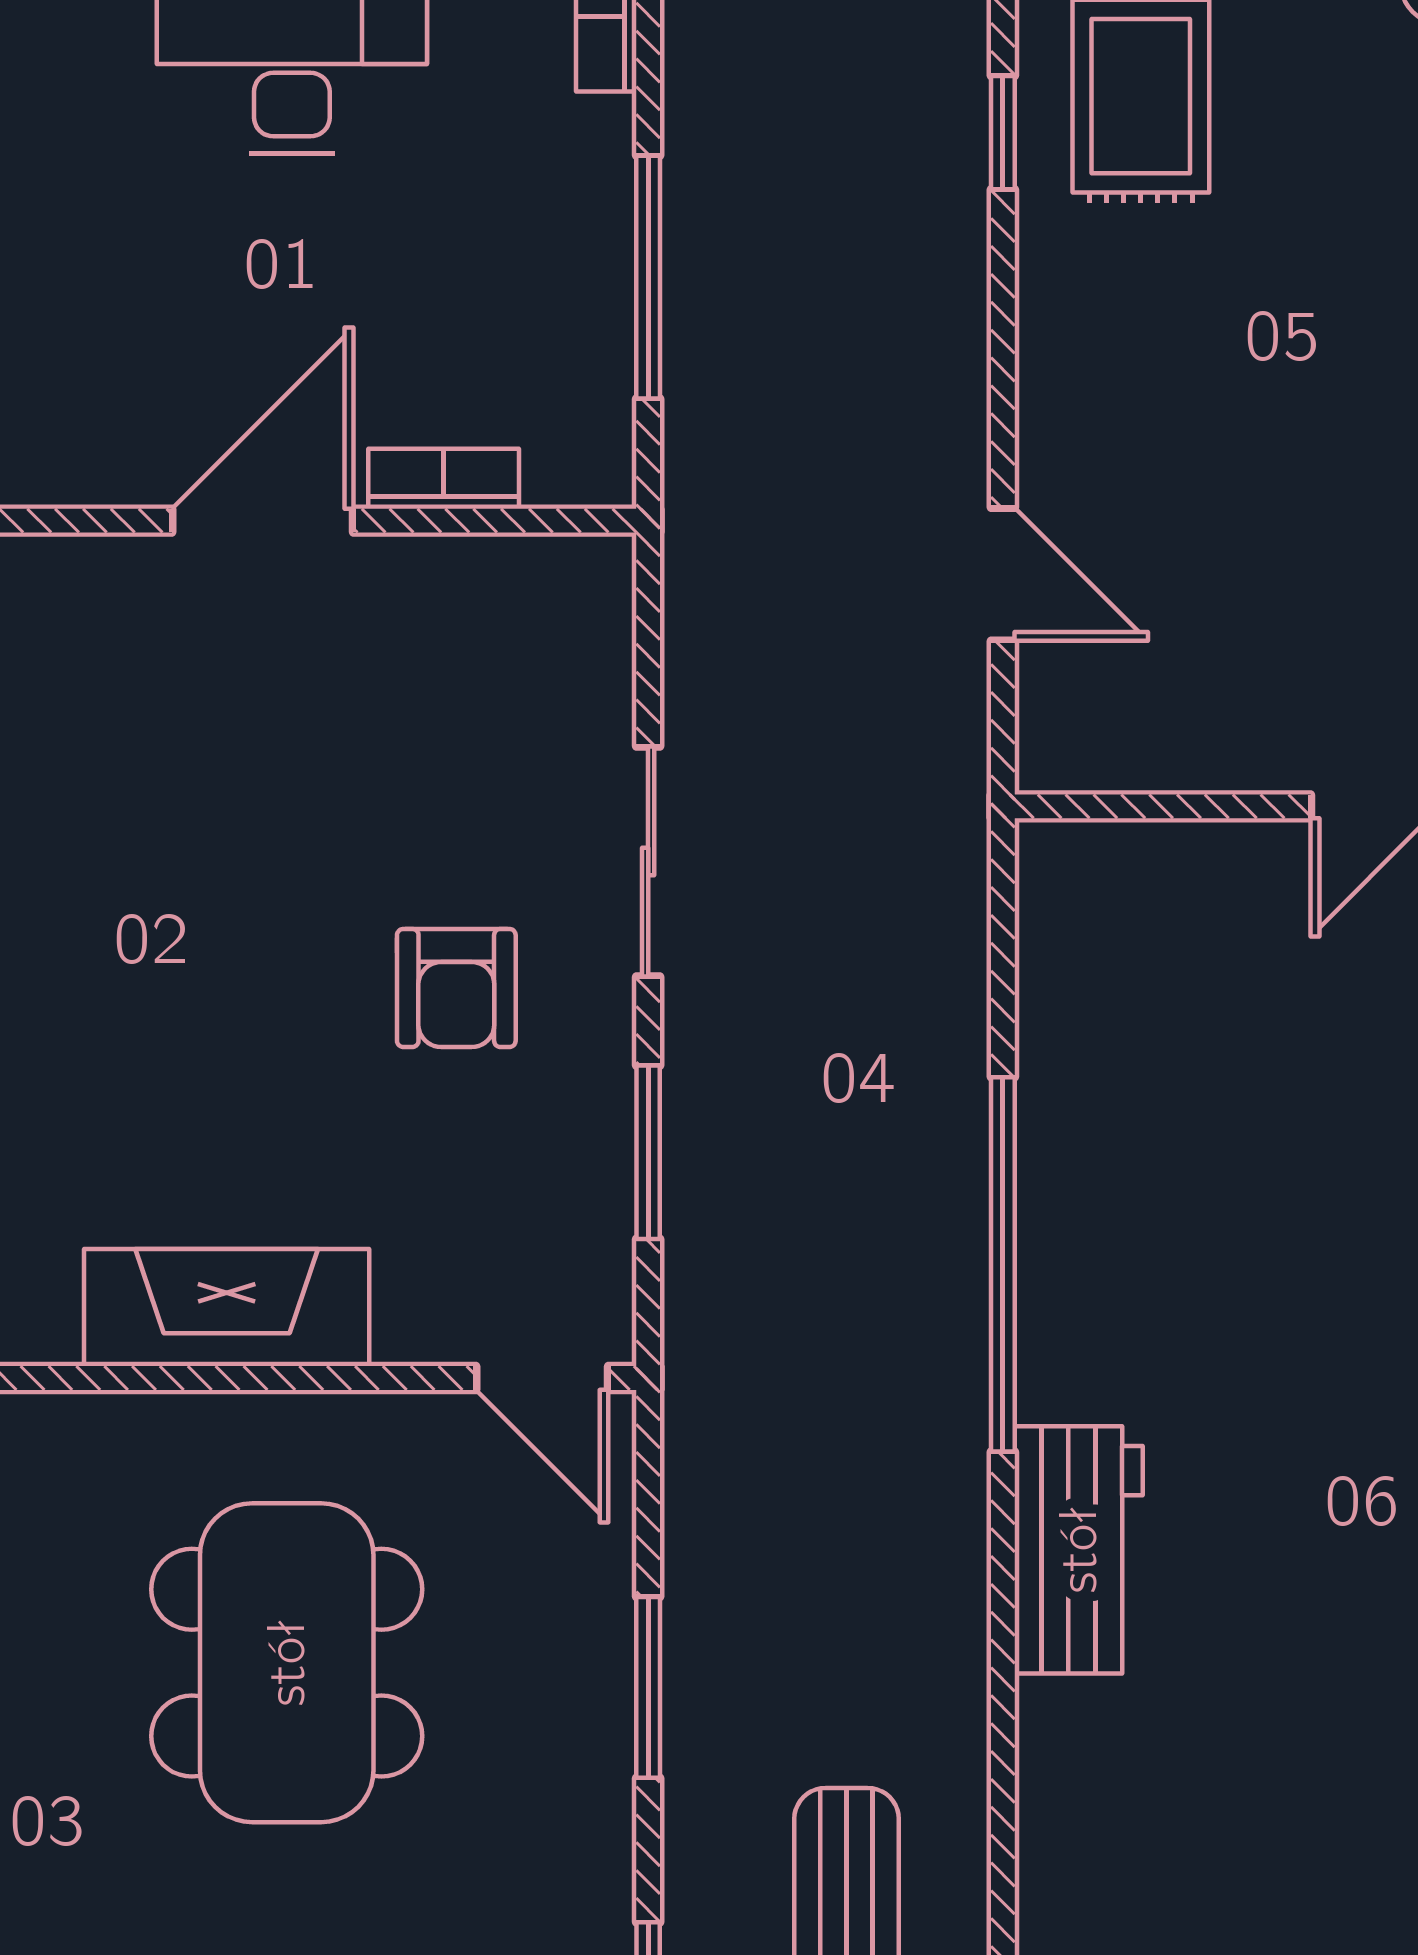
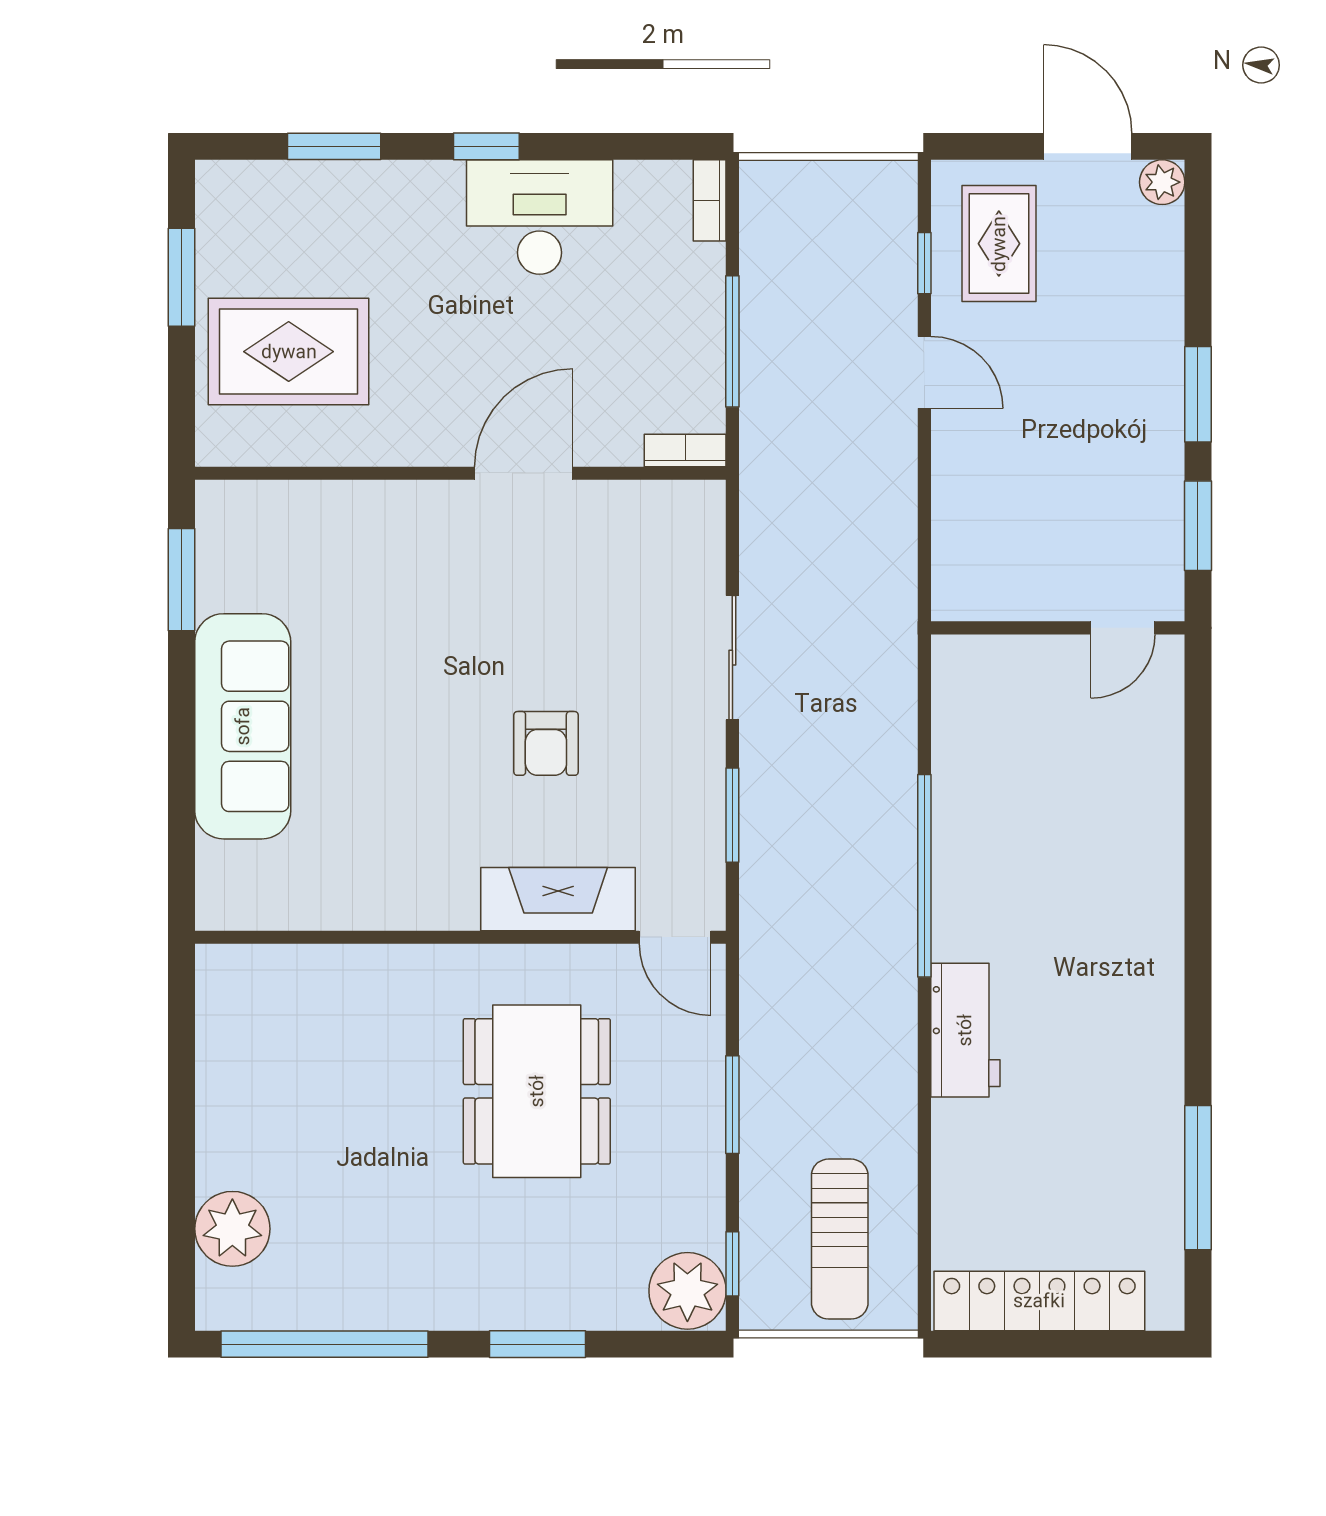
bookcase: (444, 479) -> (685, 451), moved
door: (1003, 574) -> (924, 372), moved
armchair: (456, 988) -> (546, 743), moved
fireplace: (227, 1308) -> (558, 899), moved

